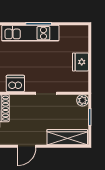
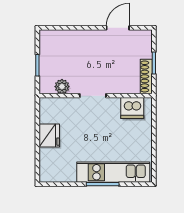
plant: (83, 100) -> (62, 87), moved
wardrobe: (67, 137) -> (66, 40), removed

